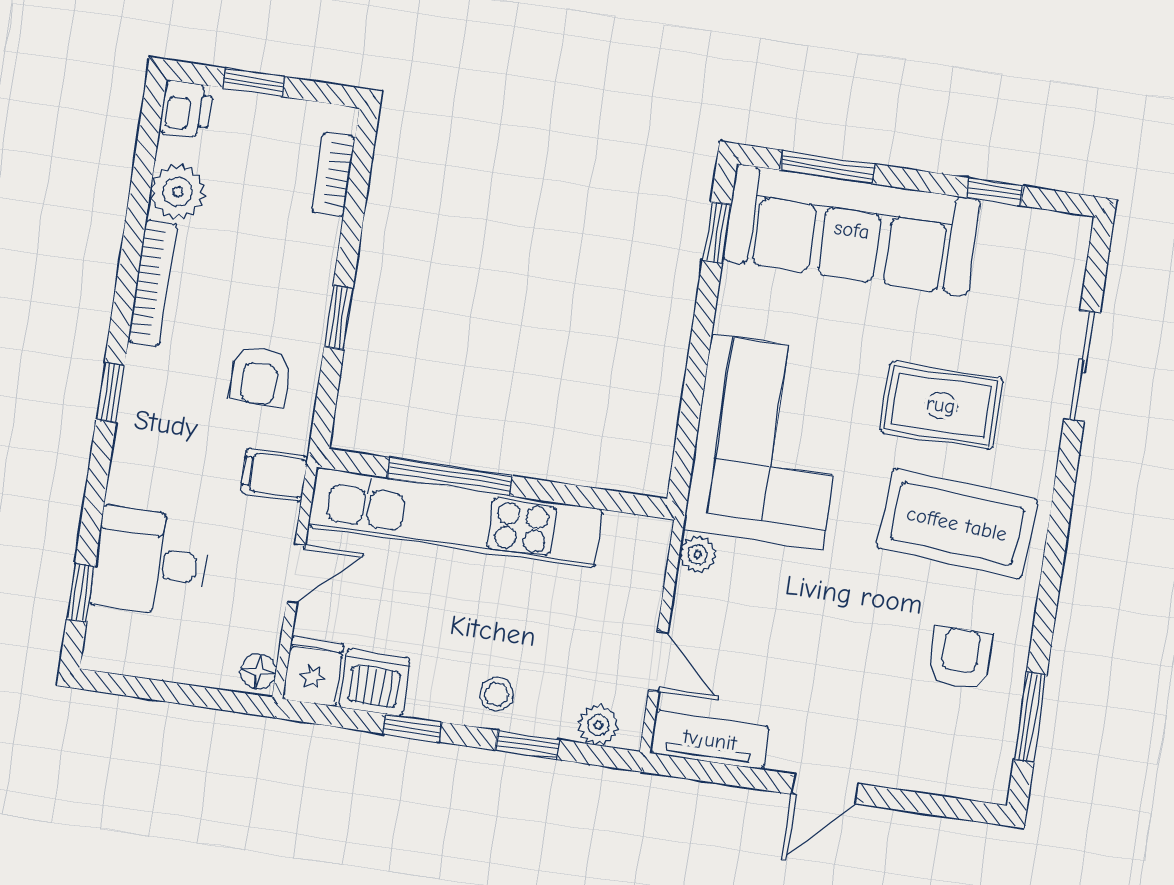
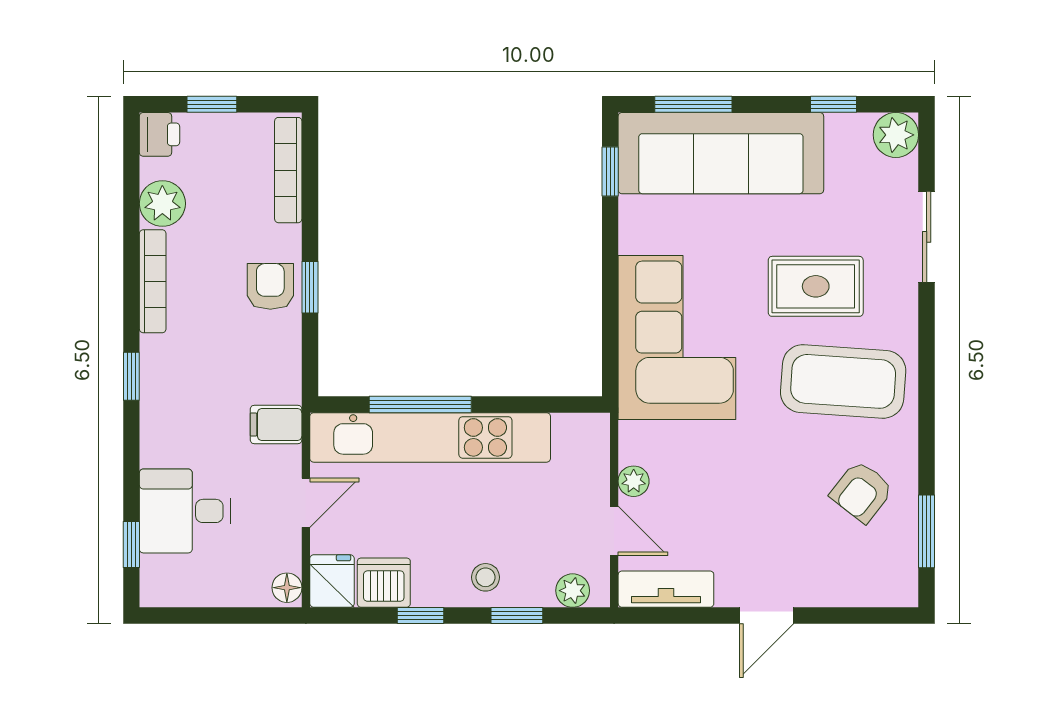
bookcase: (333, 174) -> (288, 170), width x1.56
plant: (1063, 239) -> (896, 135), added
armchair: (260, 376) -> (270, 286), moved, turned 180
plant: (698, 554) -> (634, 481), moved
armchair: (960, 658) -> (862, 492), turned -142

